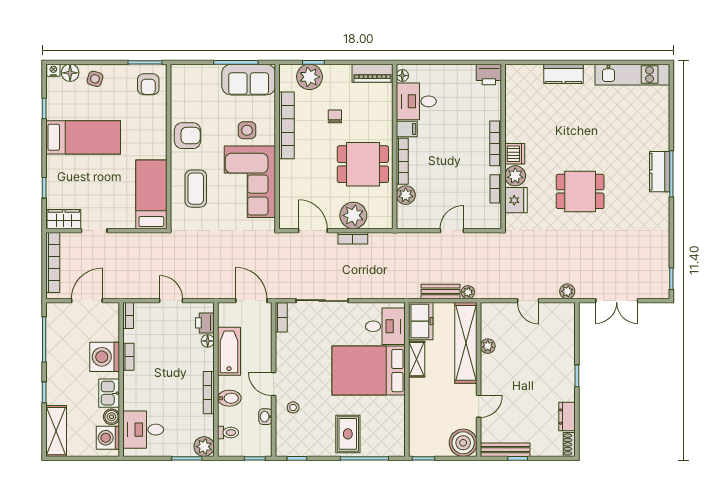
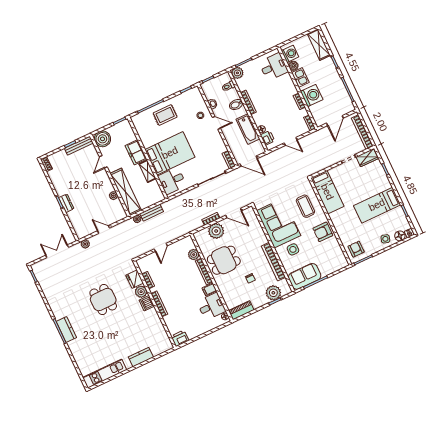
dining table: (580, 191) -> (103, 299), turned 90
freezer: (421, 321) -> (136, 152), moved
dresser: (567, 417) -> (66, 203), moved
rug: (348, 434) -> (165, 115), turned 90

